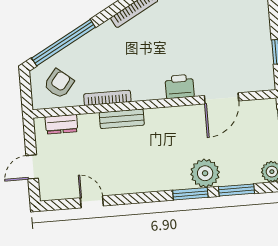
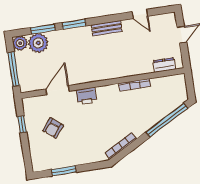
armchair: (59, 84) -> (53, 128), moved
bench: (122, 119) -> (107, 28), moved
plant: (205, 173) -> (38, 43), moved

